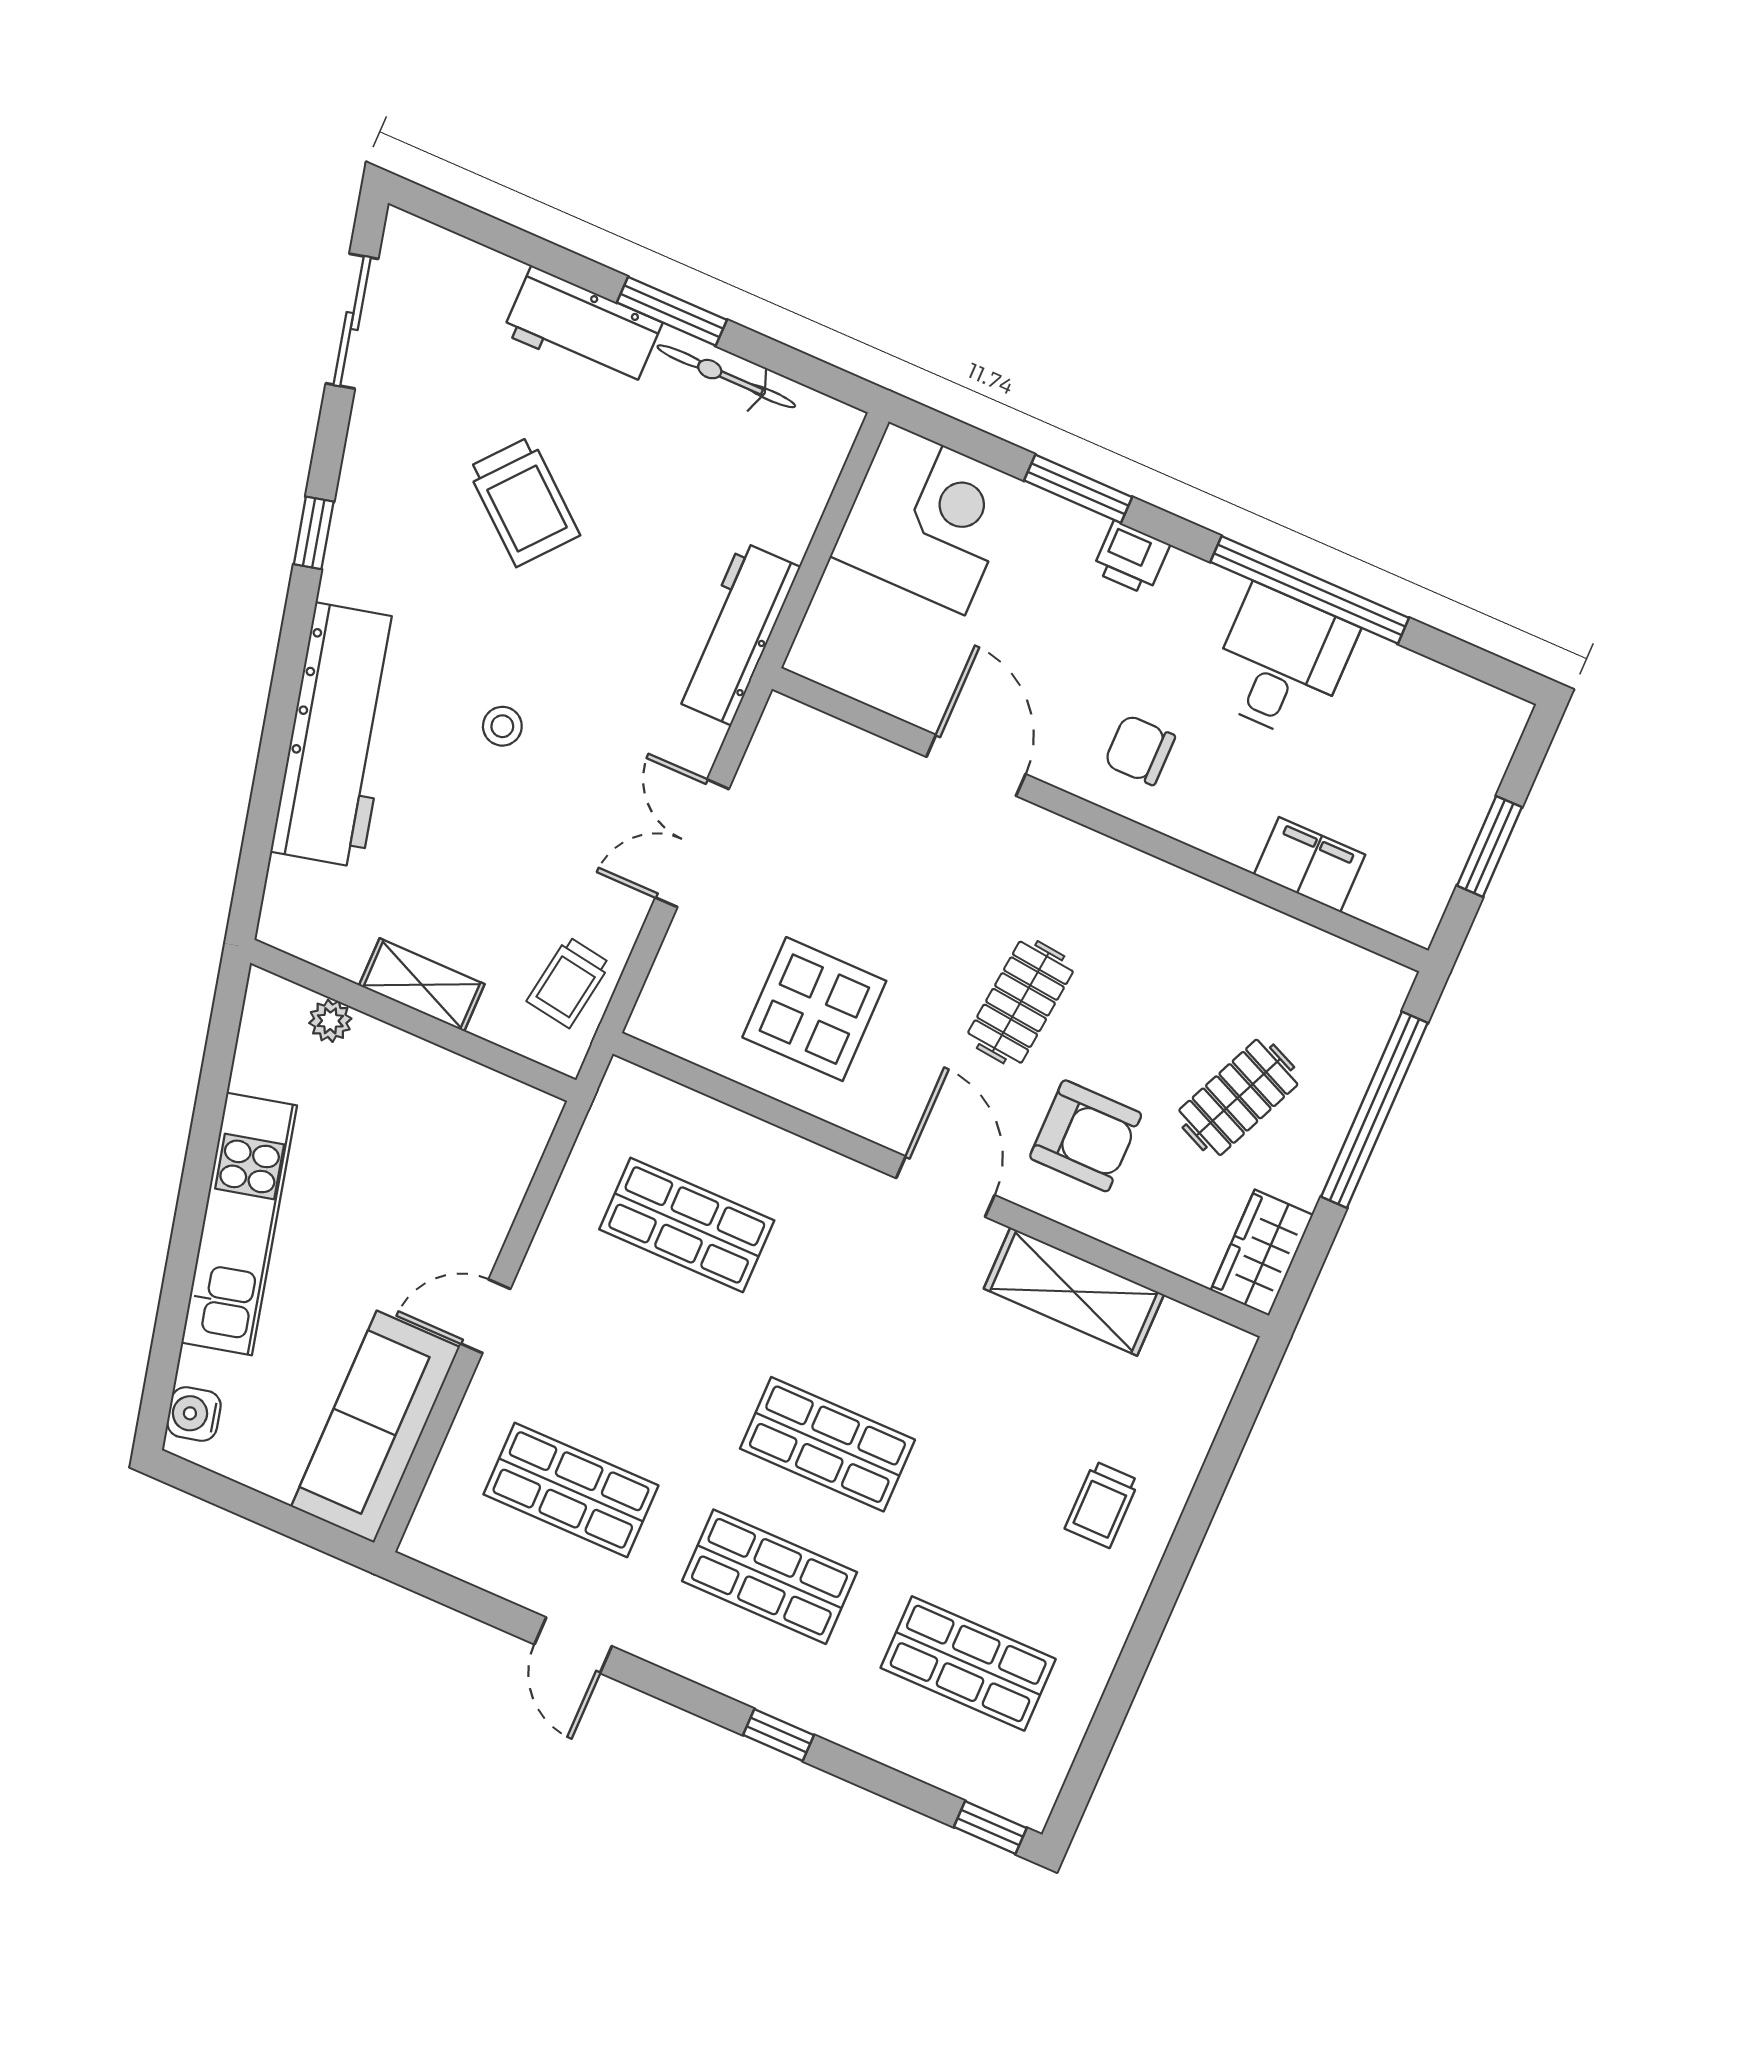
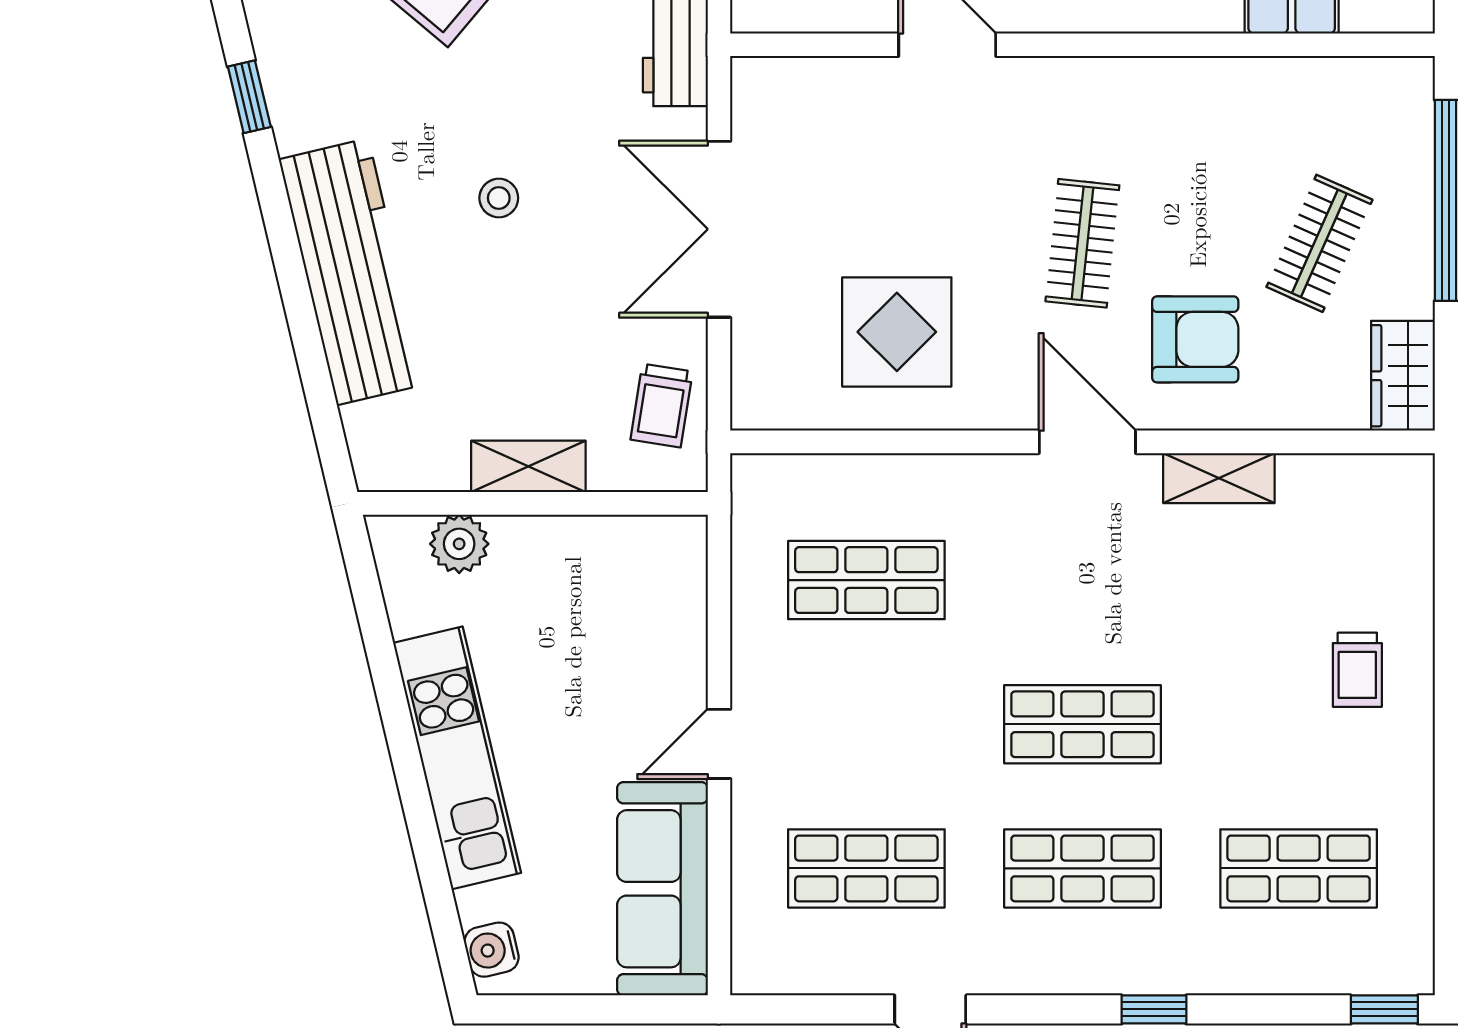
double door: (692, 843) -> (719, 229), width x1.37
plant: (330, 1021) -> (459, 544), width x1.38, depth x1.38
shelving: (1074, 1292) -> (1219, 478), width x0.67, depth x0.75

